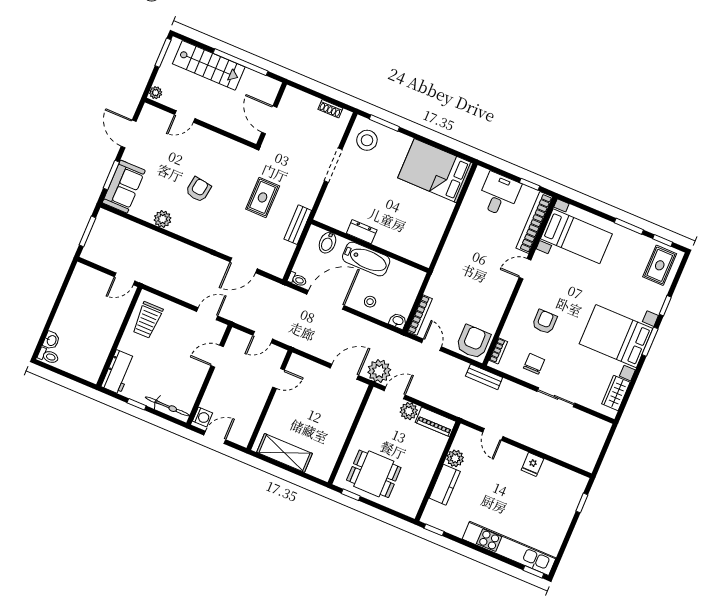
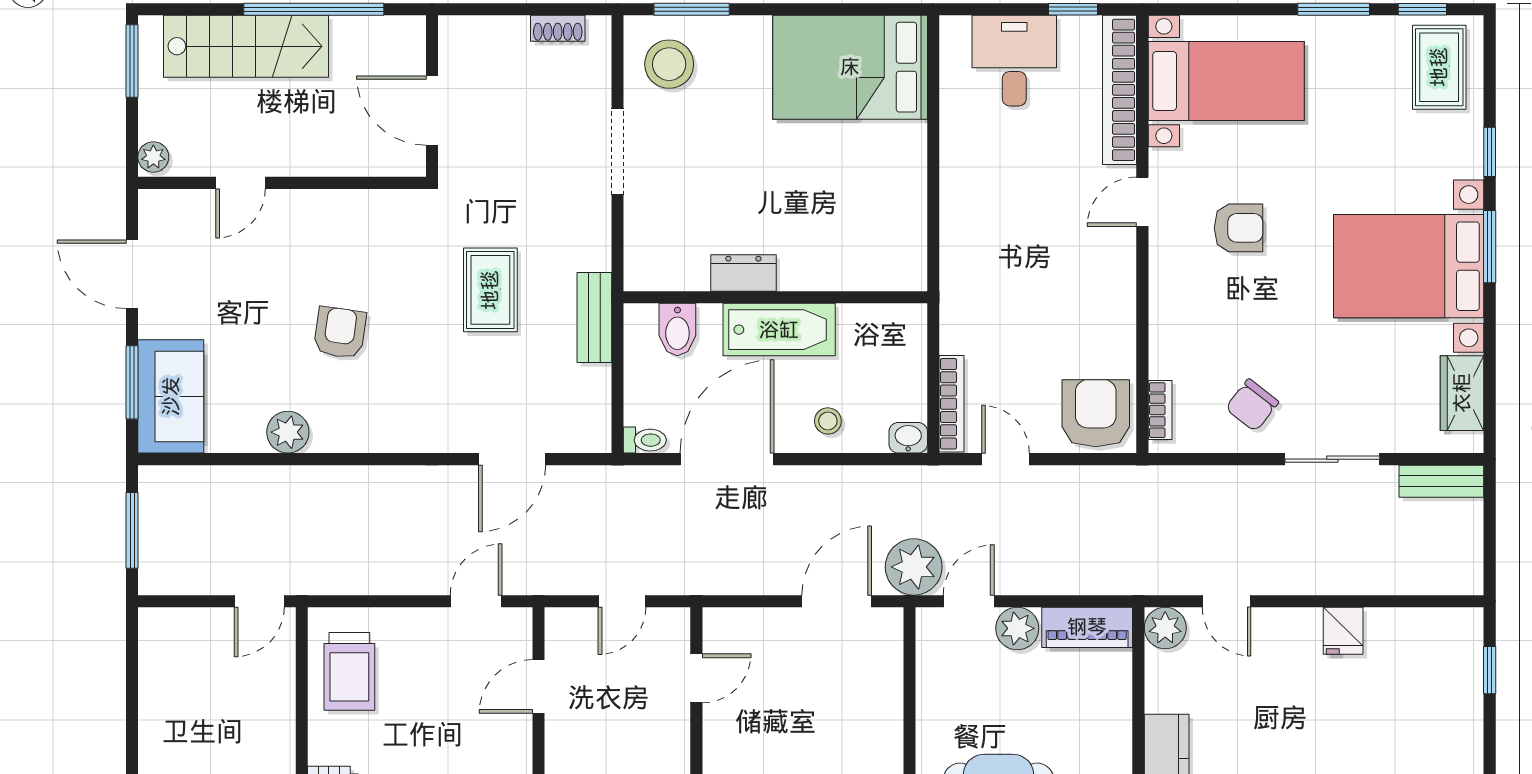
armchair: (545, 322) -> (1239, 228), moved, turned 90
chair: (534, 364) -> (1252, 405), turned -142
bench: (484, 377) -> (1441, 481), moved
plant: (455, 458) -> (1165, 628), moved

